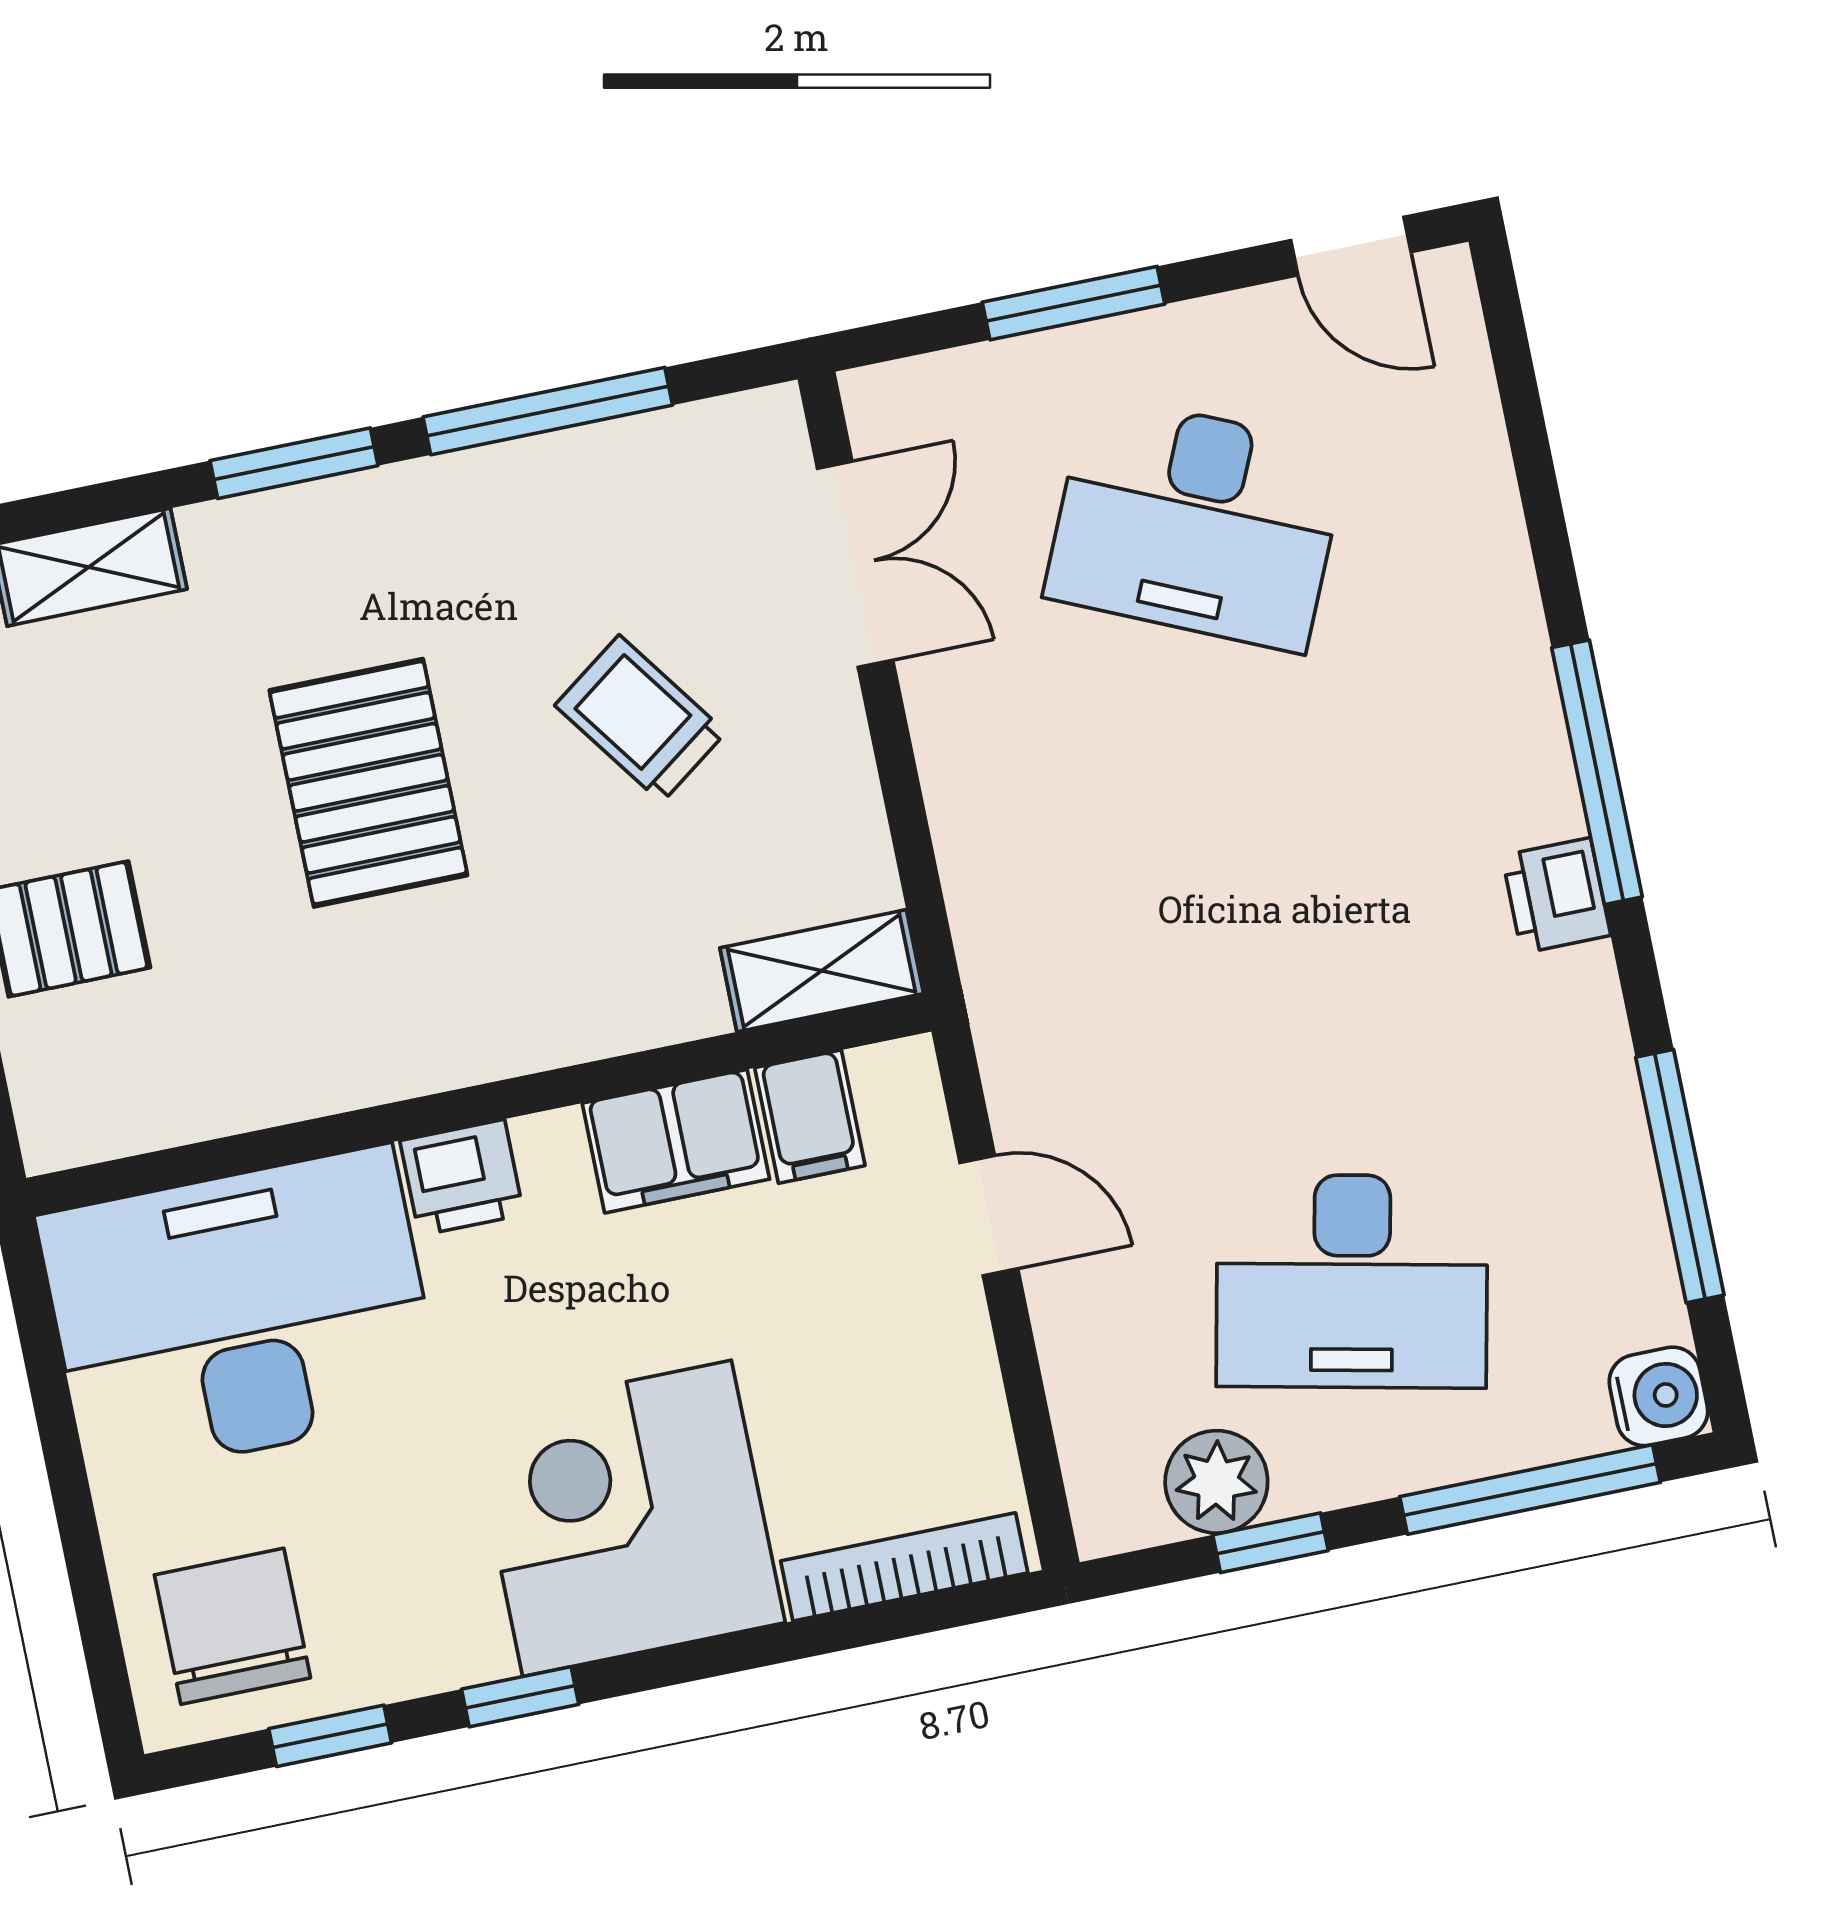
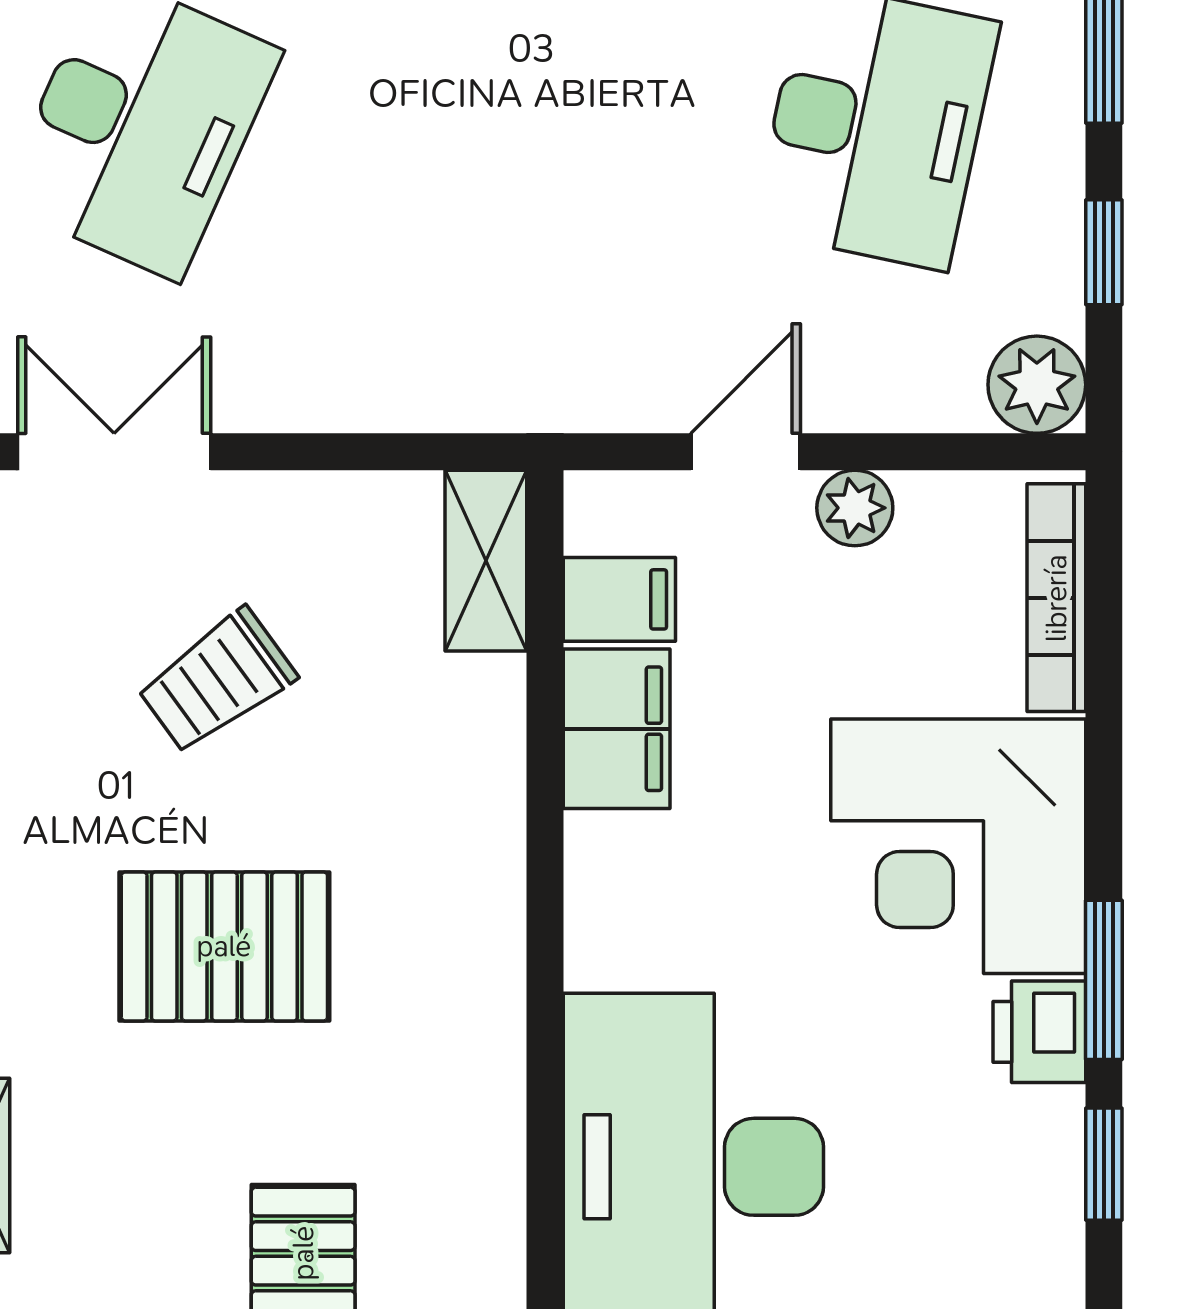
printer: (462, 1178) -> (1039, 1032), moved, turned 180
plant: (954, 1340) -> (855, 508), added
plant: (1216, 1482) -> (1037, 385), moved
chair: (232, 1626) -> (983, 1234), removed
window: (520, 1697) -> (1104, 980), width x1.50

